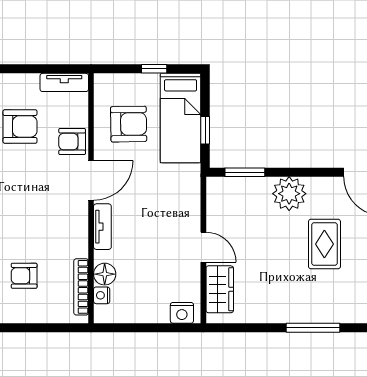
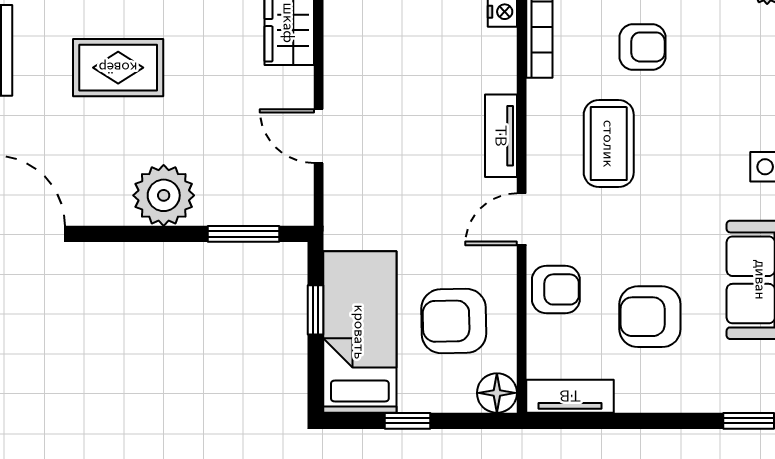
door: (91, 180) -> (522, 219), width x0.73
coffee table: (43, 222) -> (609, 144), added
rug: (324, 244) -> (118, 68), moved, turned 90
door: (203, 247) -> (319, 136), moved
floor lamp: (105, 274) -> (497, 393), moved

